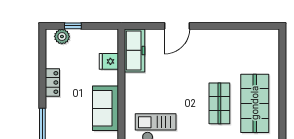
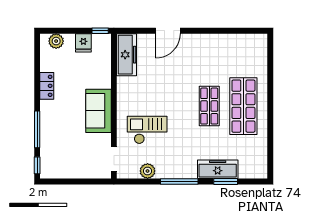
window: (73, 26) -> (100, 31), moved
fridge: (109, 61) -> (83, 43), moved, turned -90

